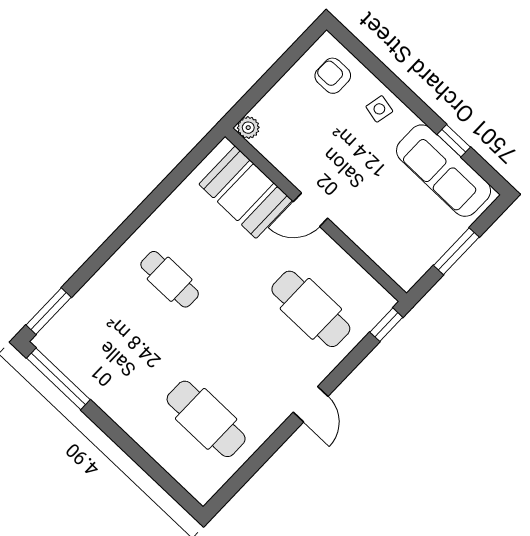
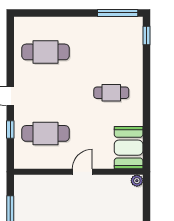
booth: (246, 192) -> (129, 148), moved, turned 90
window: (49, 311) -> (146, 36), width x0.67
window: (386, 325) -> (10, 129), moved

